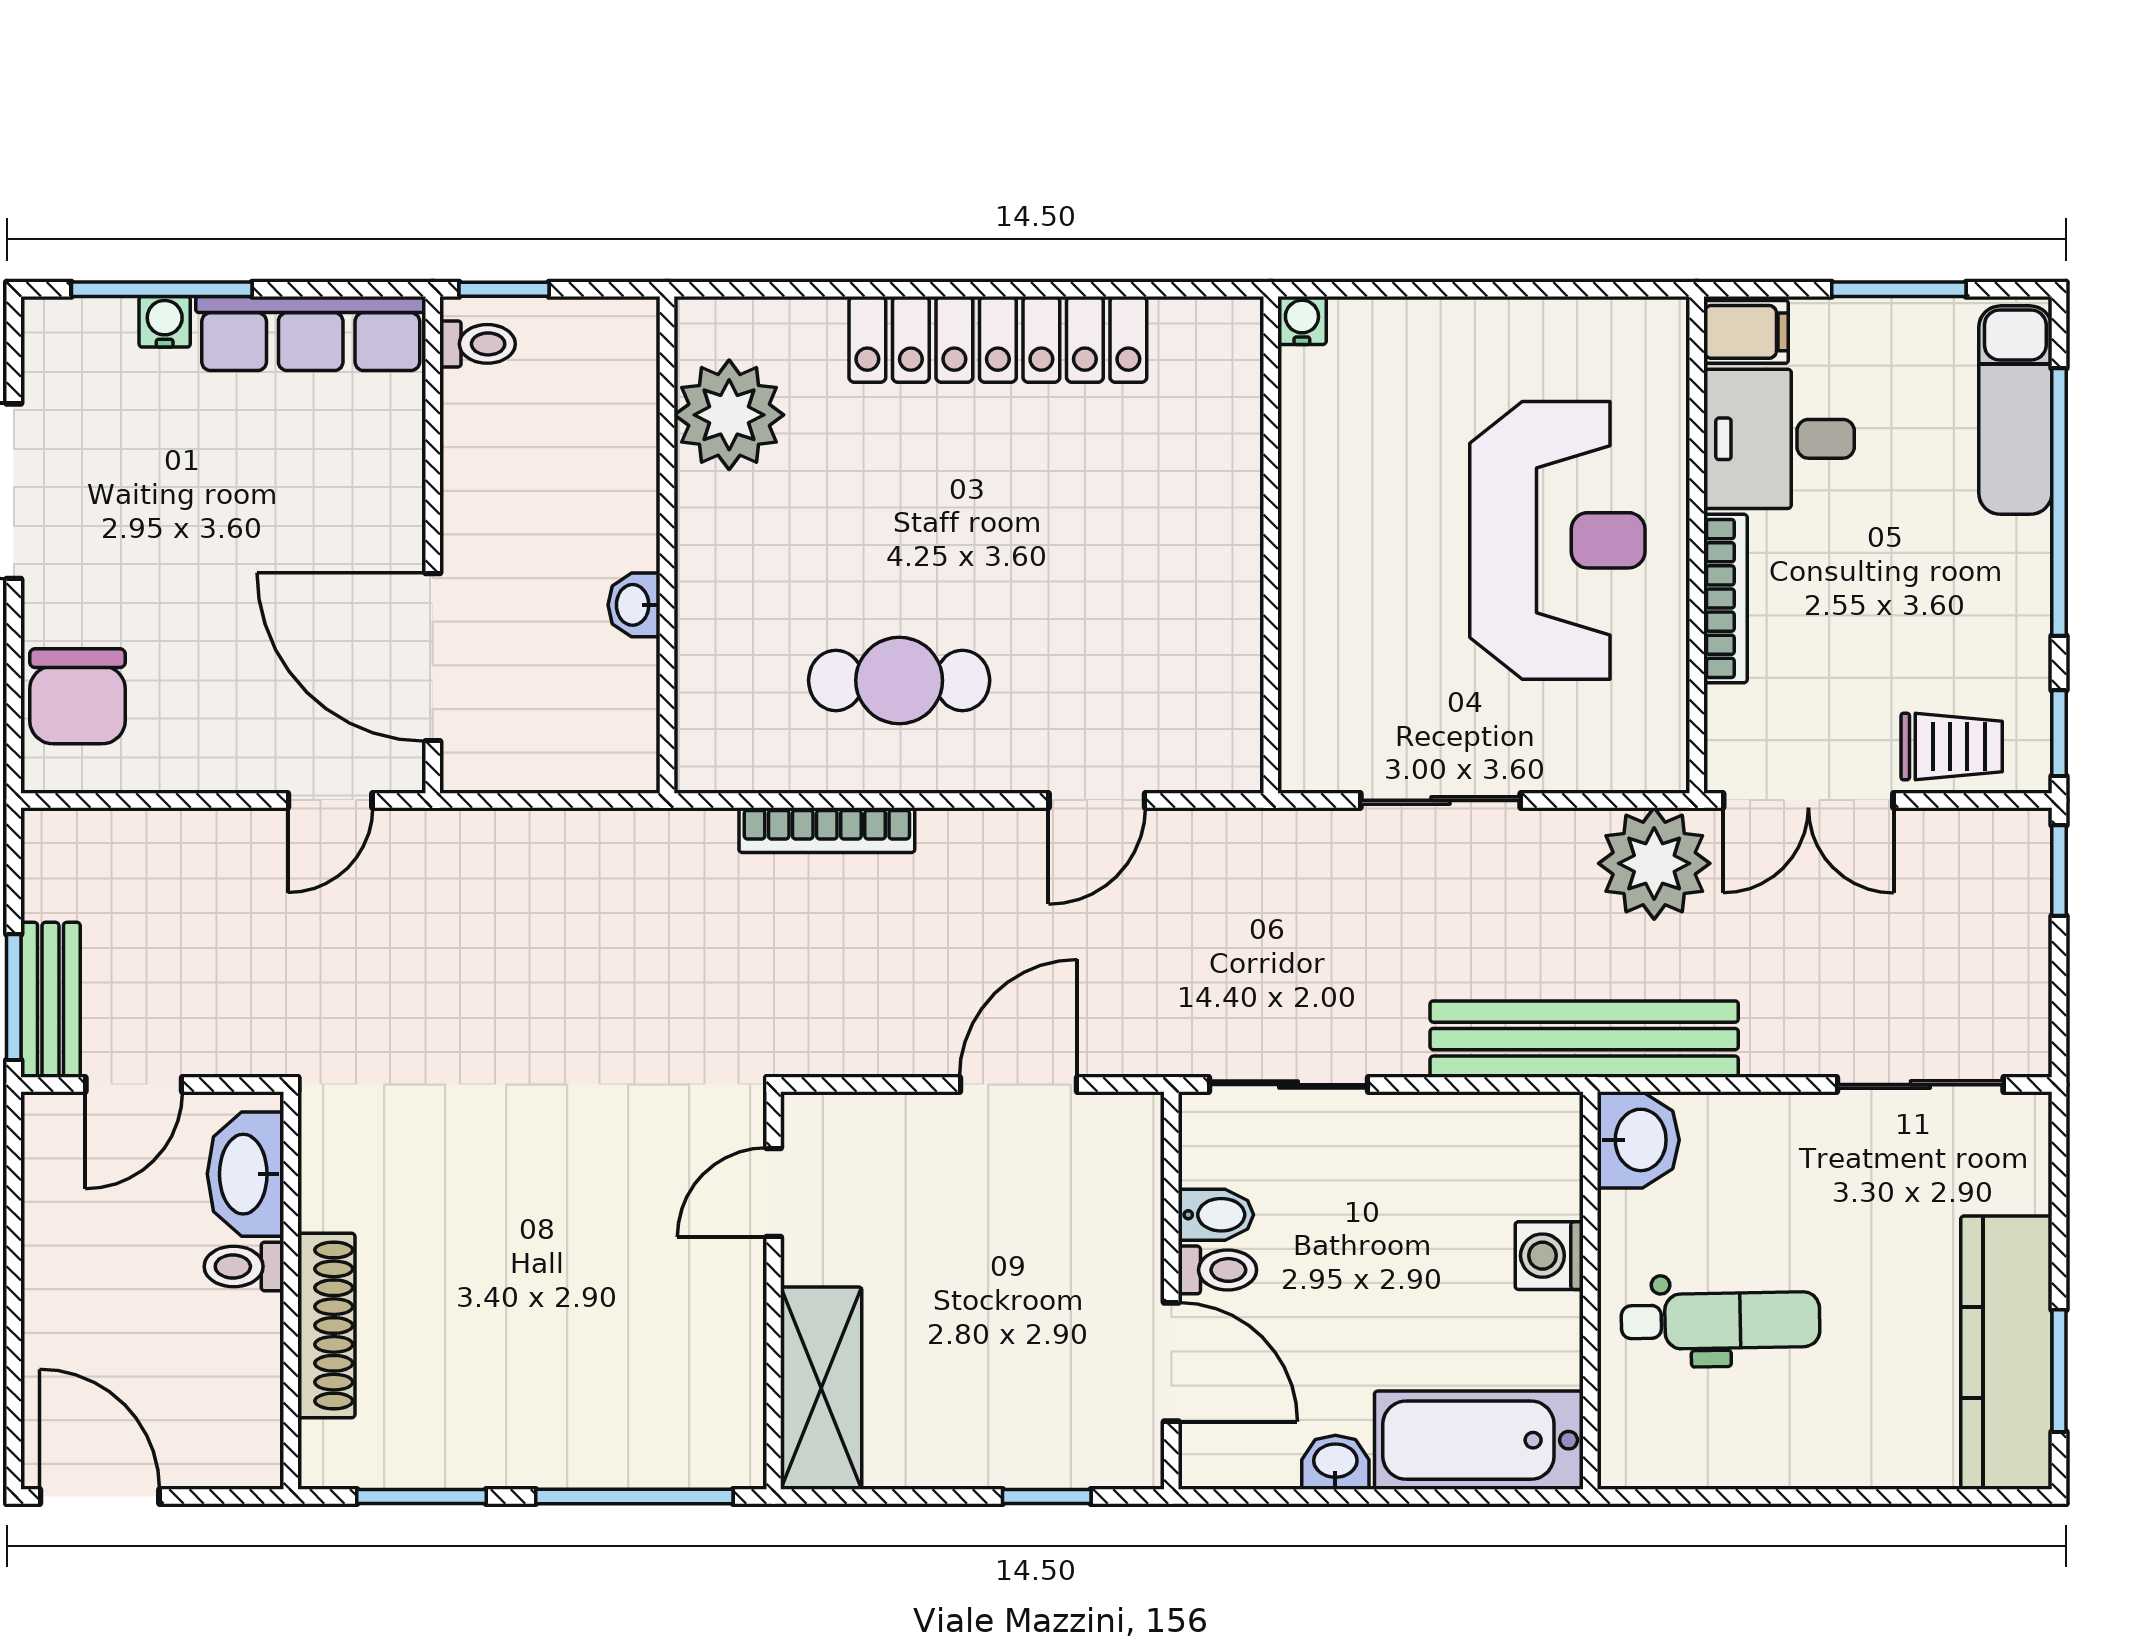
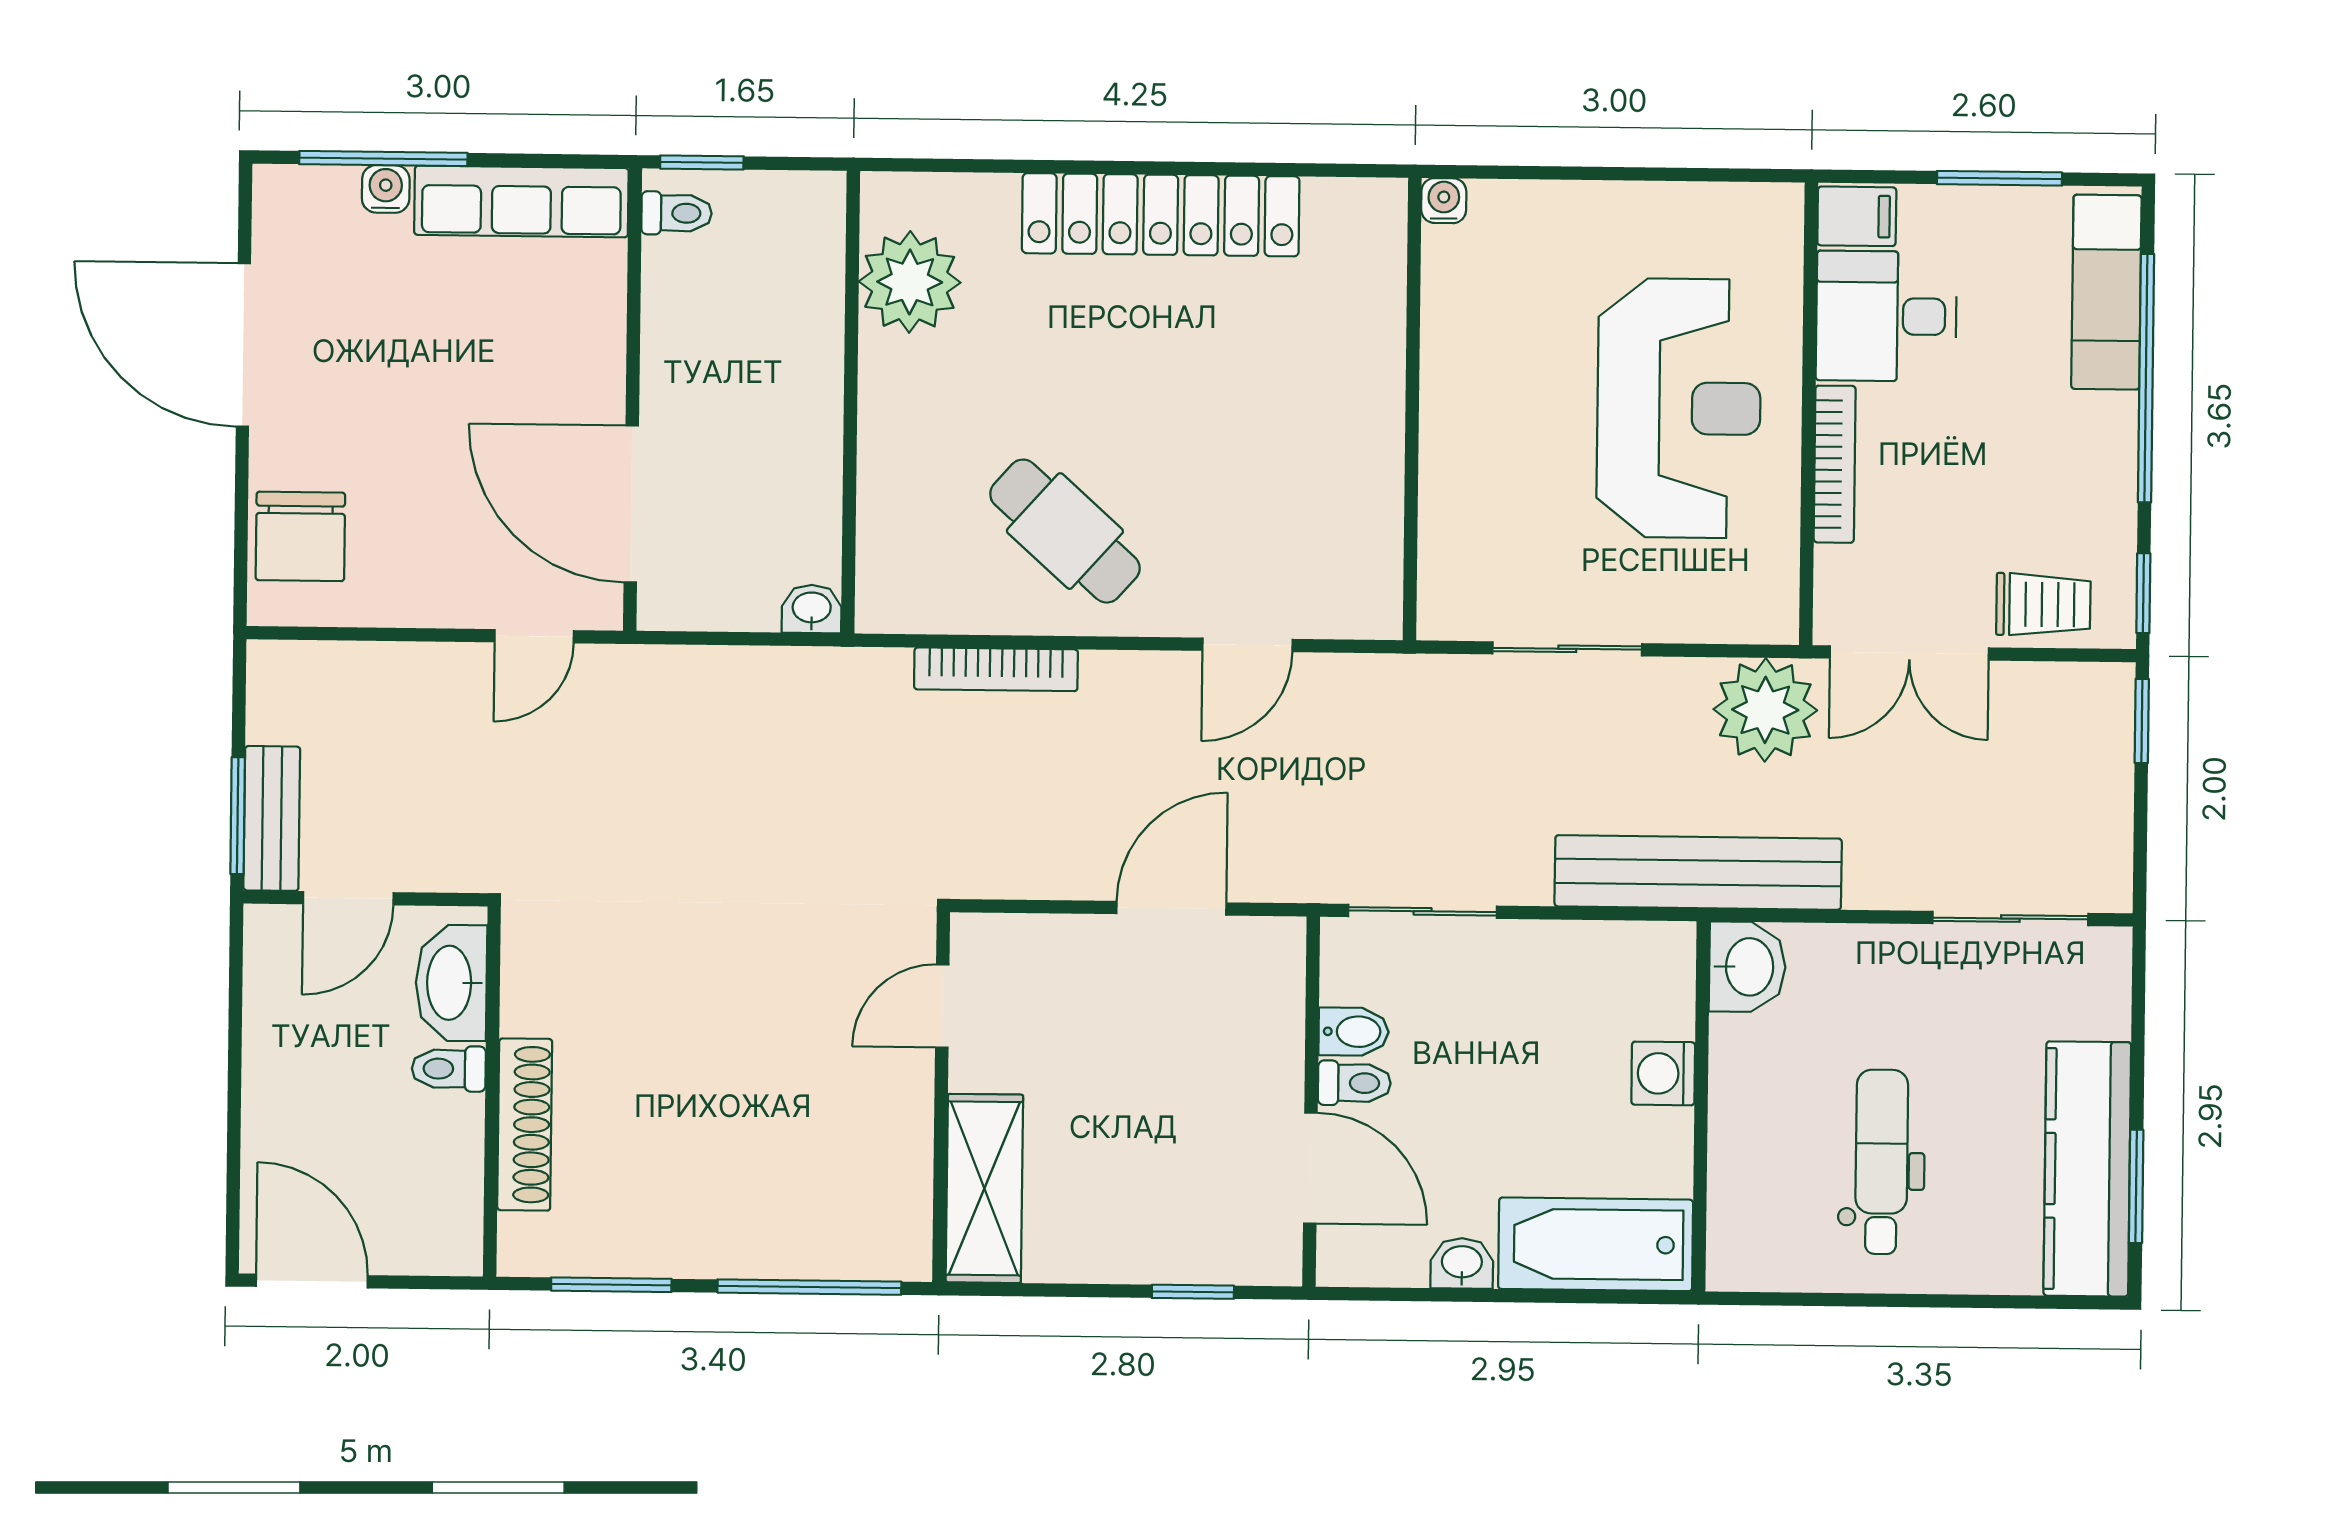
washbasin: (634, 605) -> (812, 609), moved, turned 90
cafe table: (899, 680) -> (1065, 531), turned 42
dental chair: (1721, 1321) -> (1882, 1162), moved, turned -89

